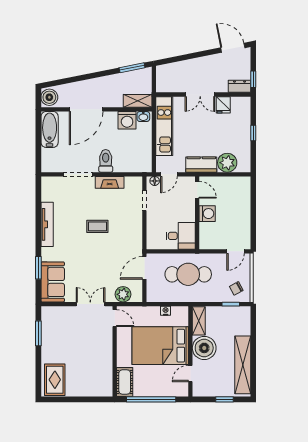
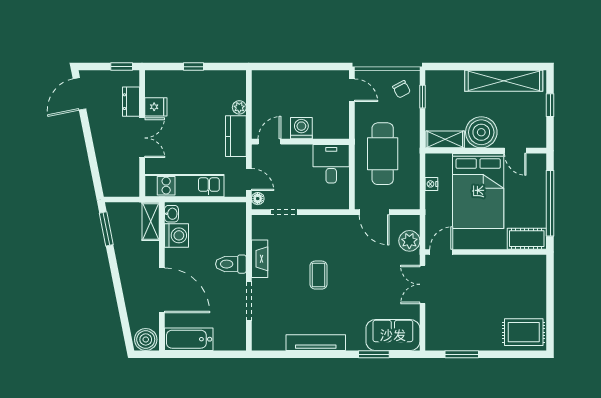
dresser: (240, 86) -> (131, 102), moved
plant: (227, 163) -> (239, 107), width x0.53, depth x0.53

